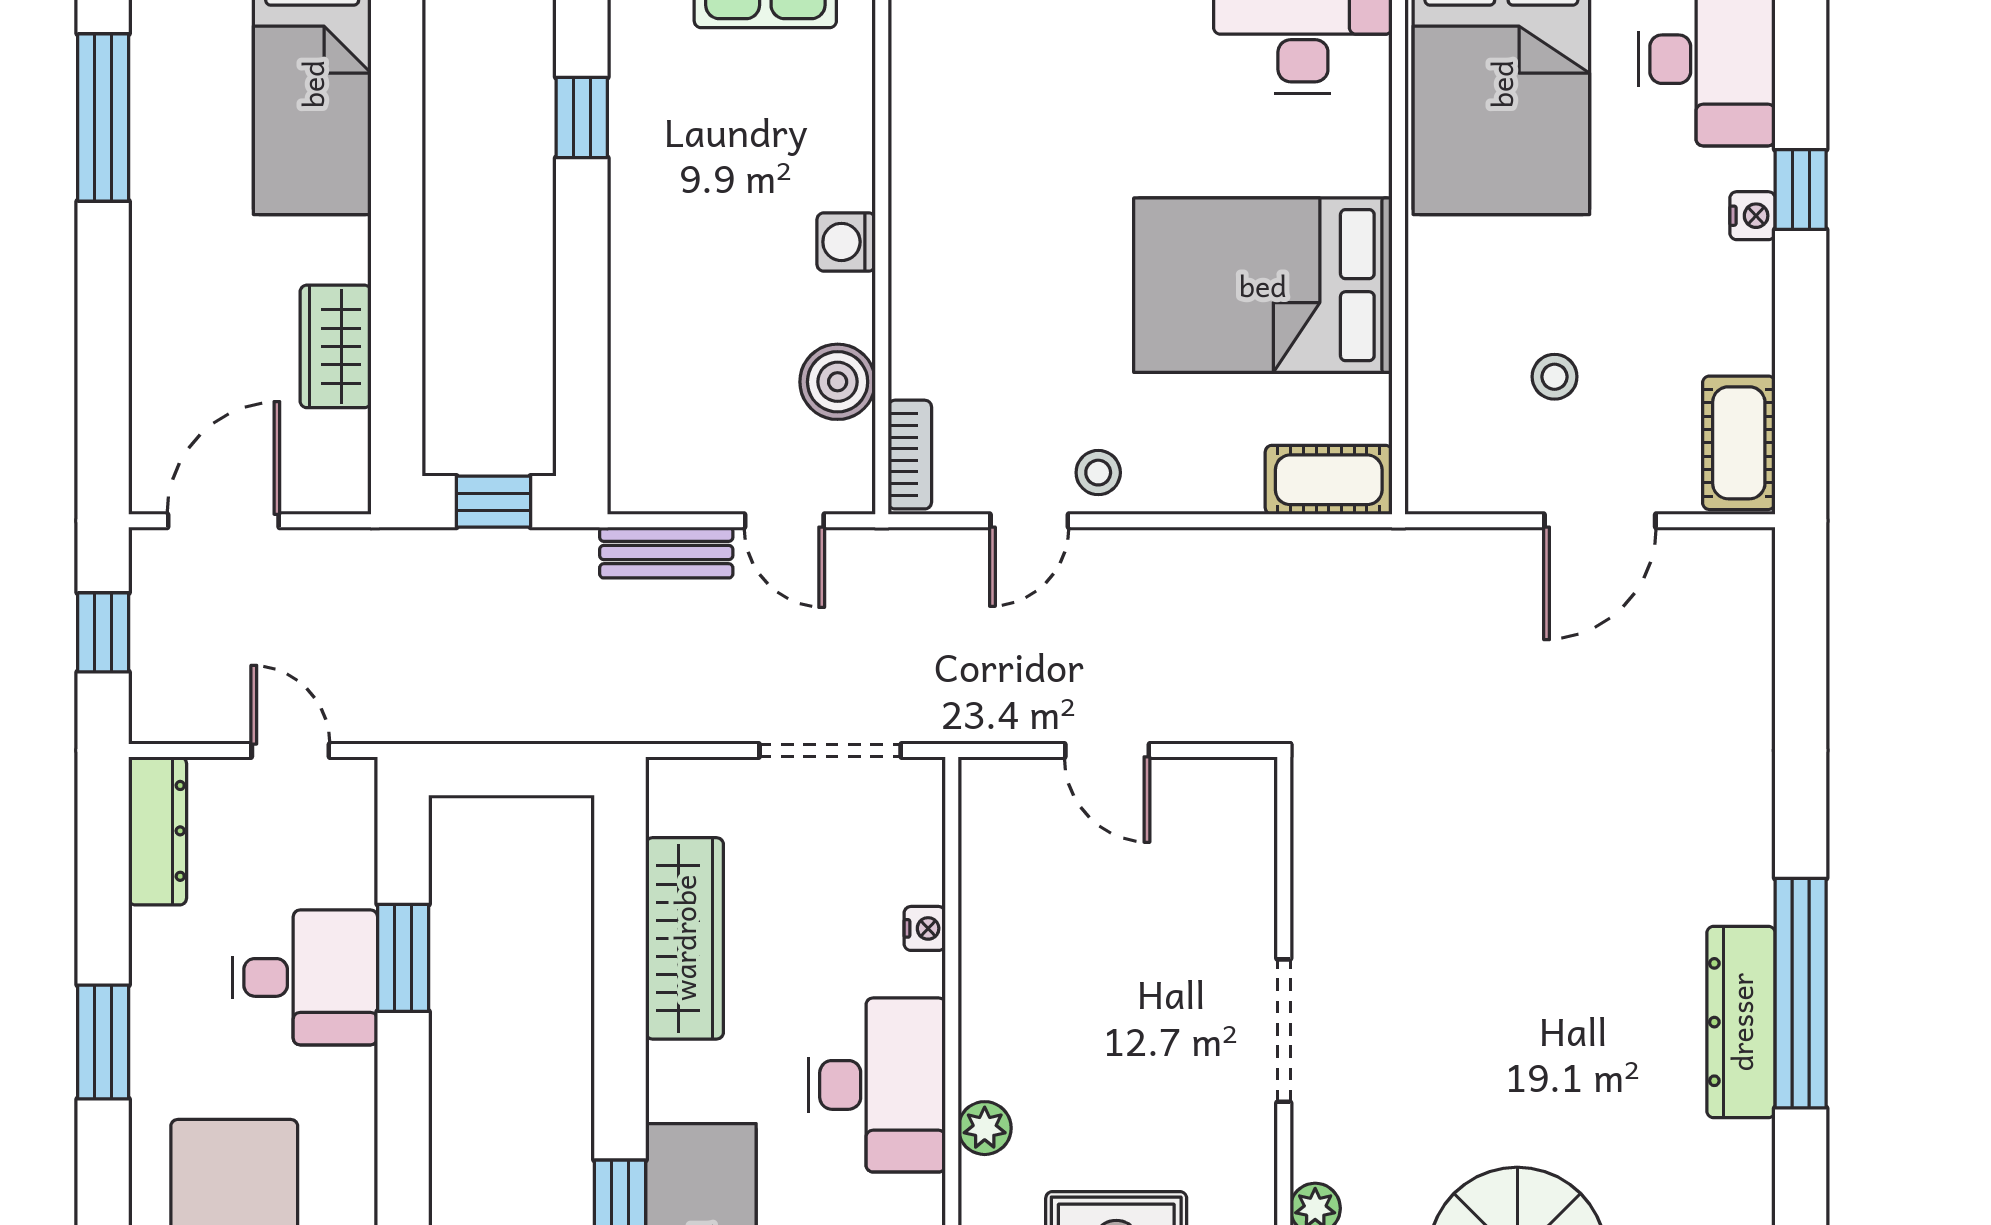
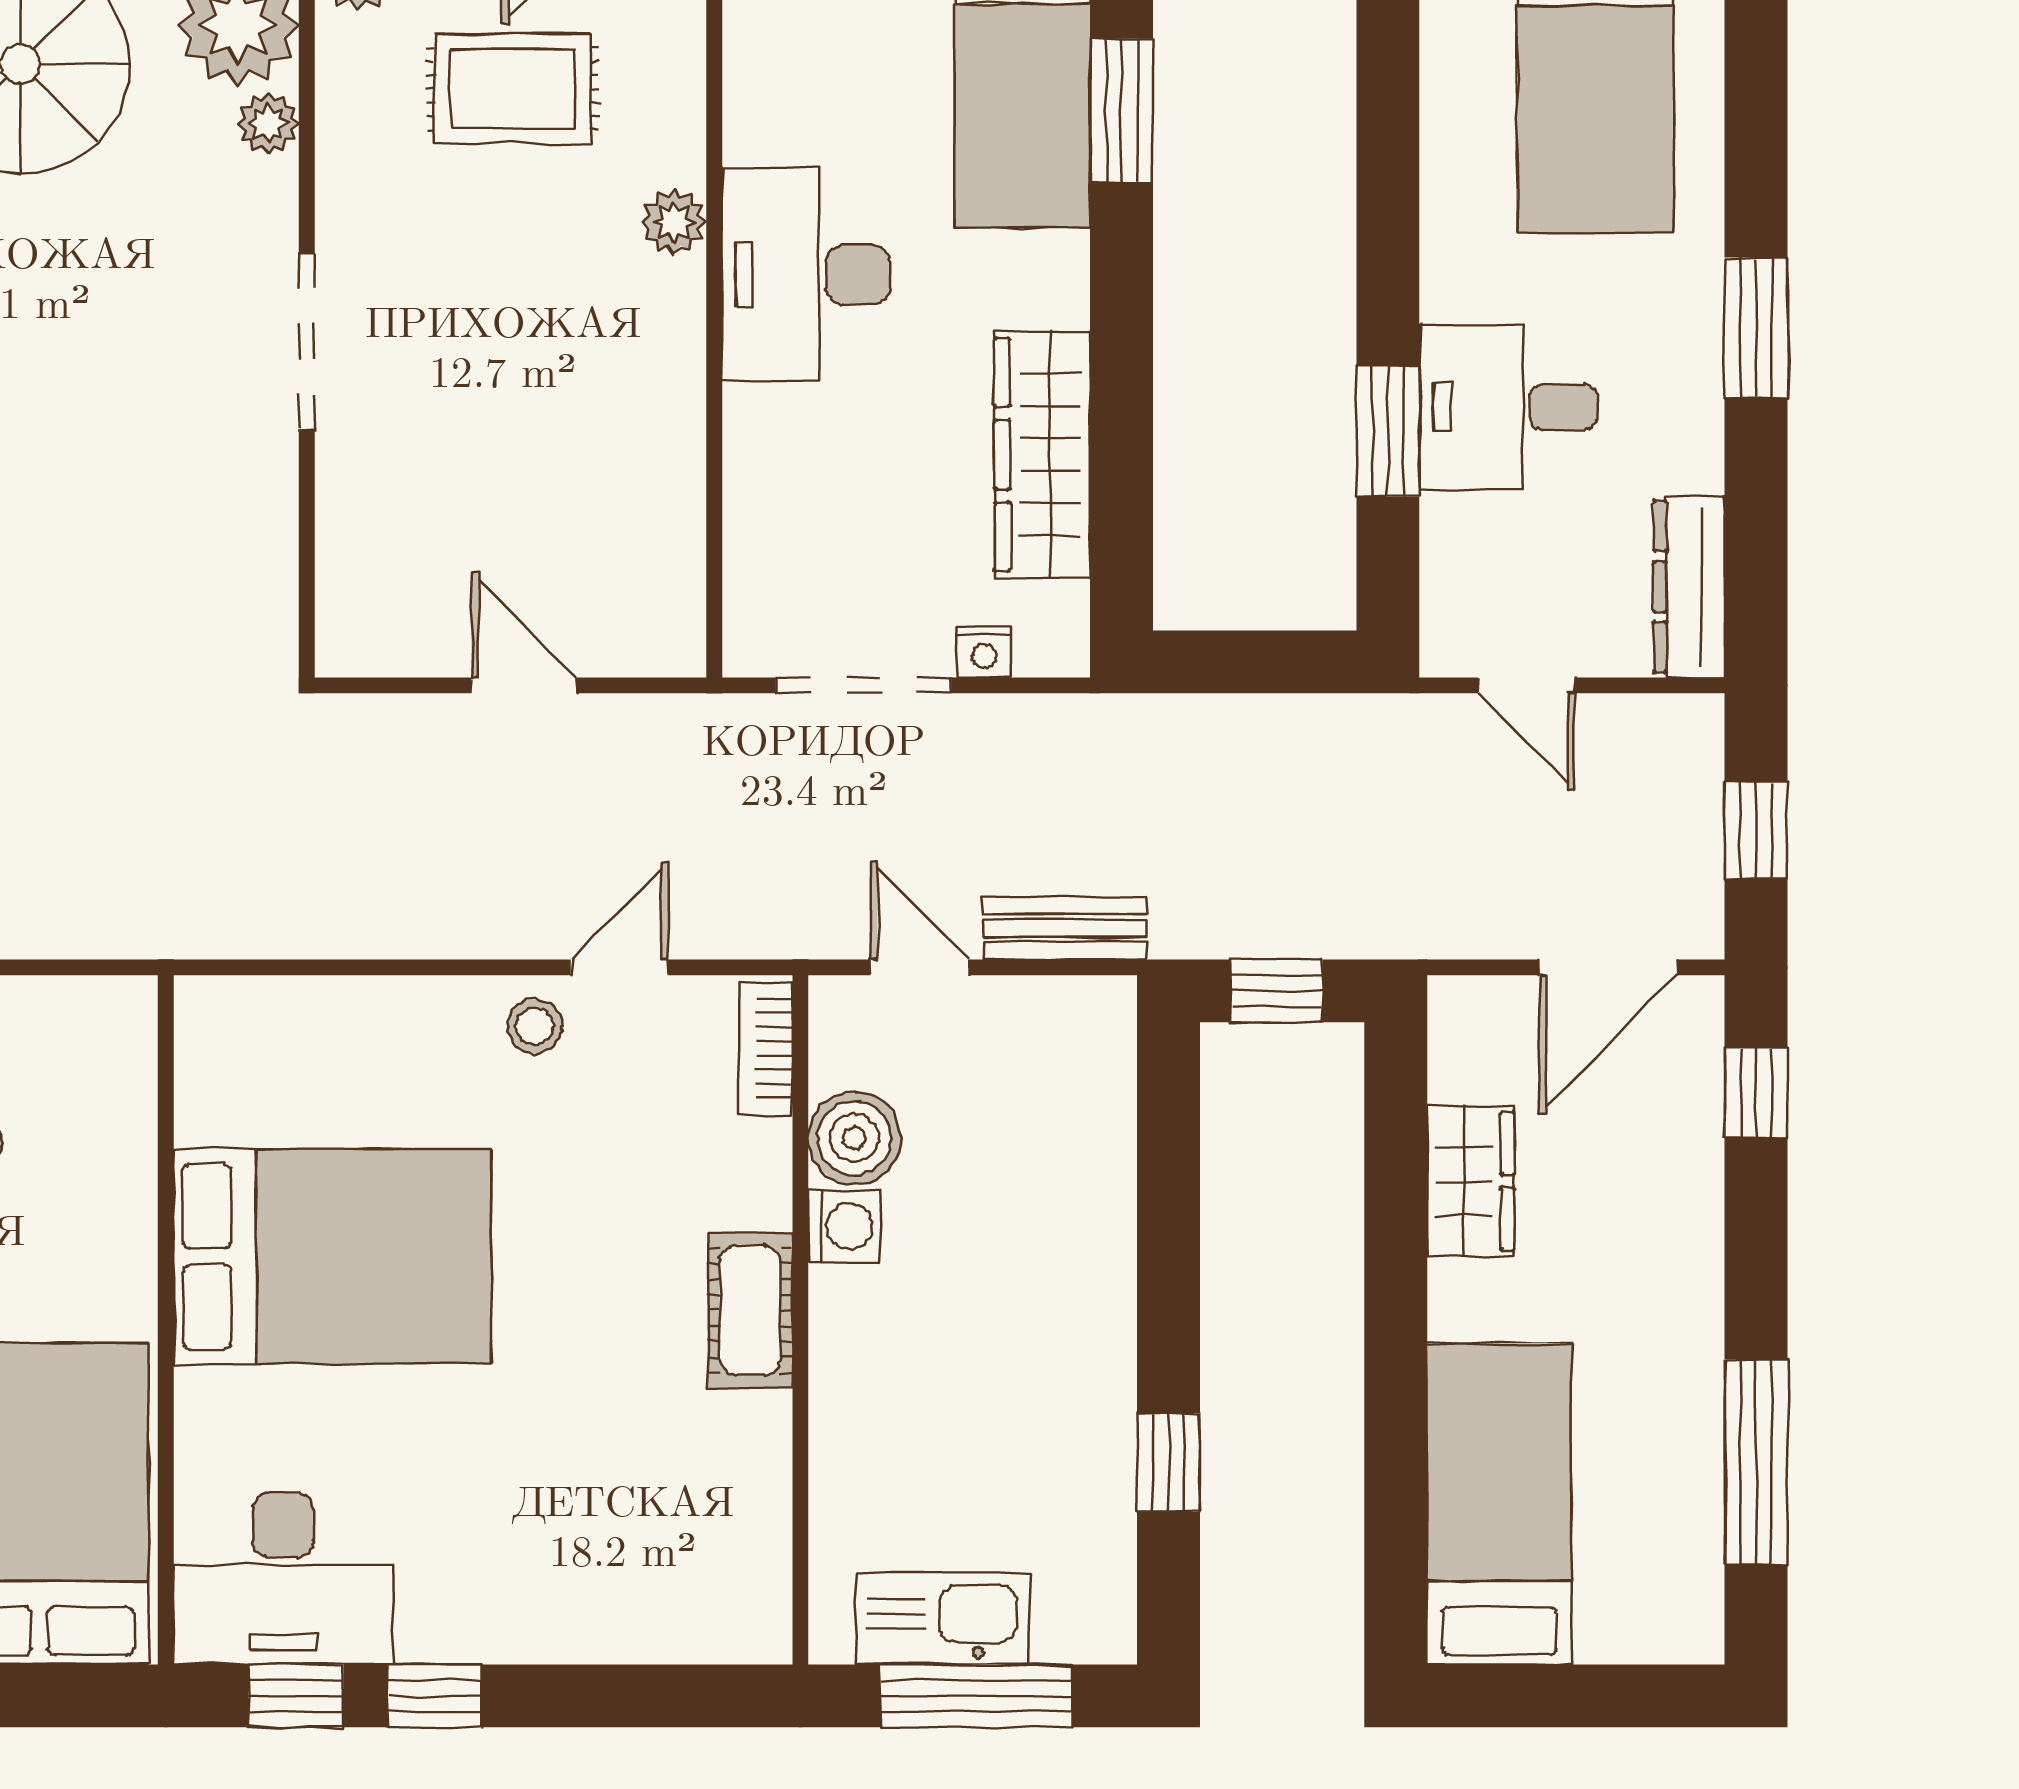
washing machine: (846, 242) -> (844, 1226), moved
window: (103, 419) -> (1756, 1093), added
cot: (1329, 480) -> (750, 1310), moved, turned 90
nightstand: (925, 928) -> (984, 652), moved, turned -90

